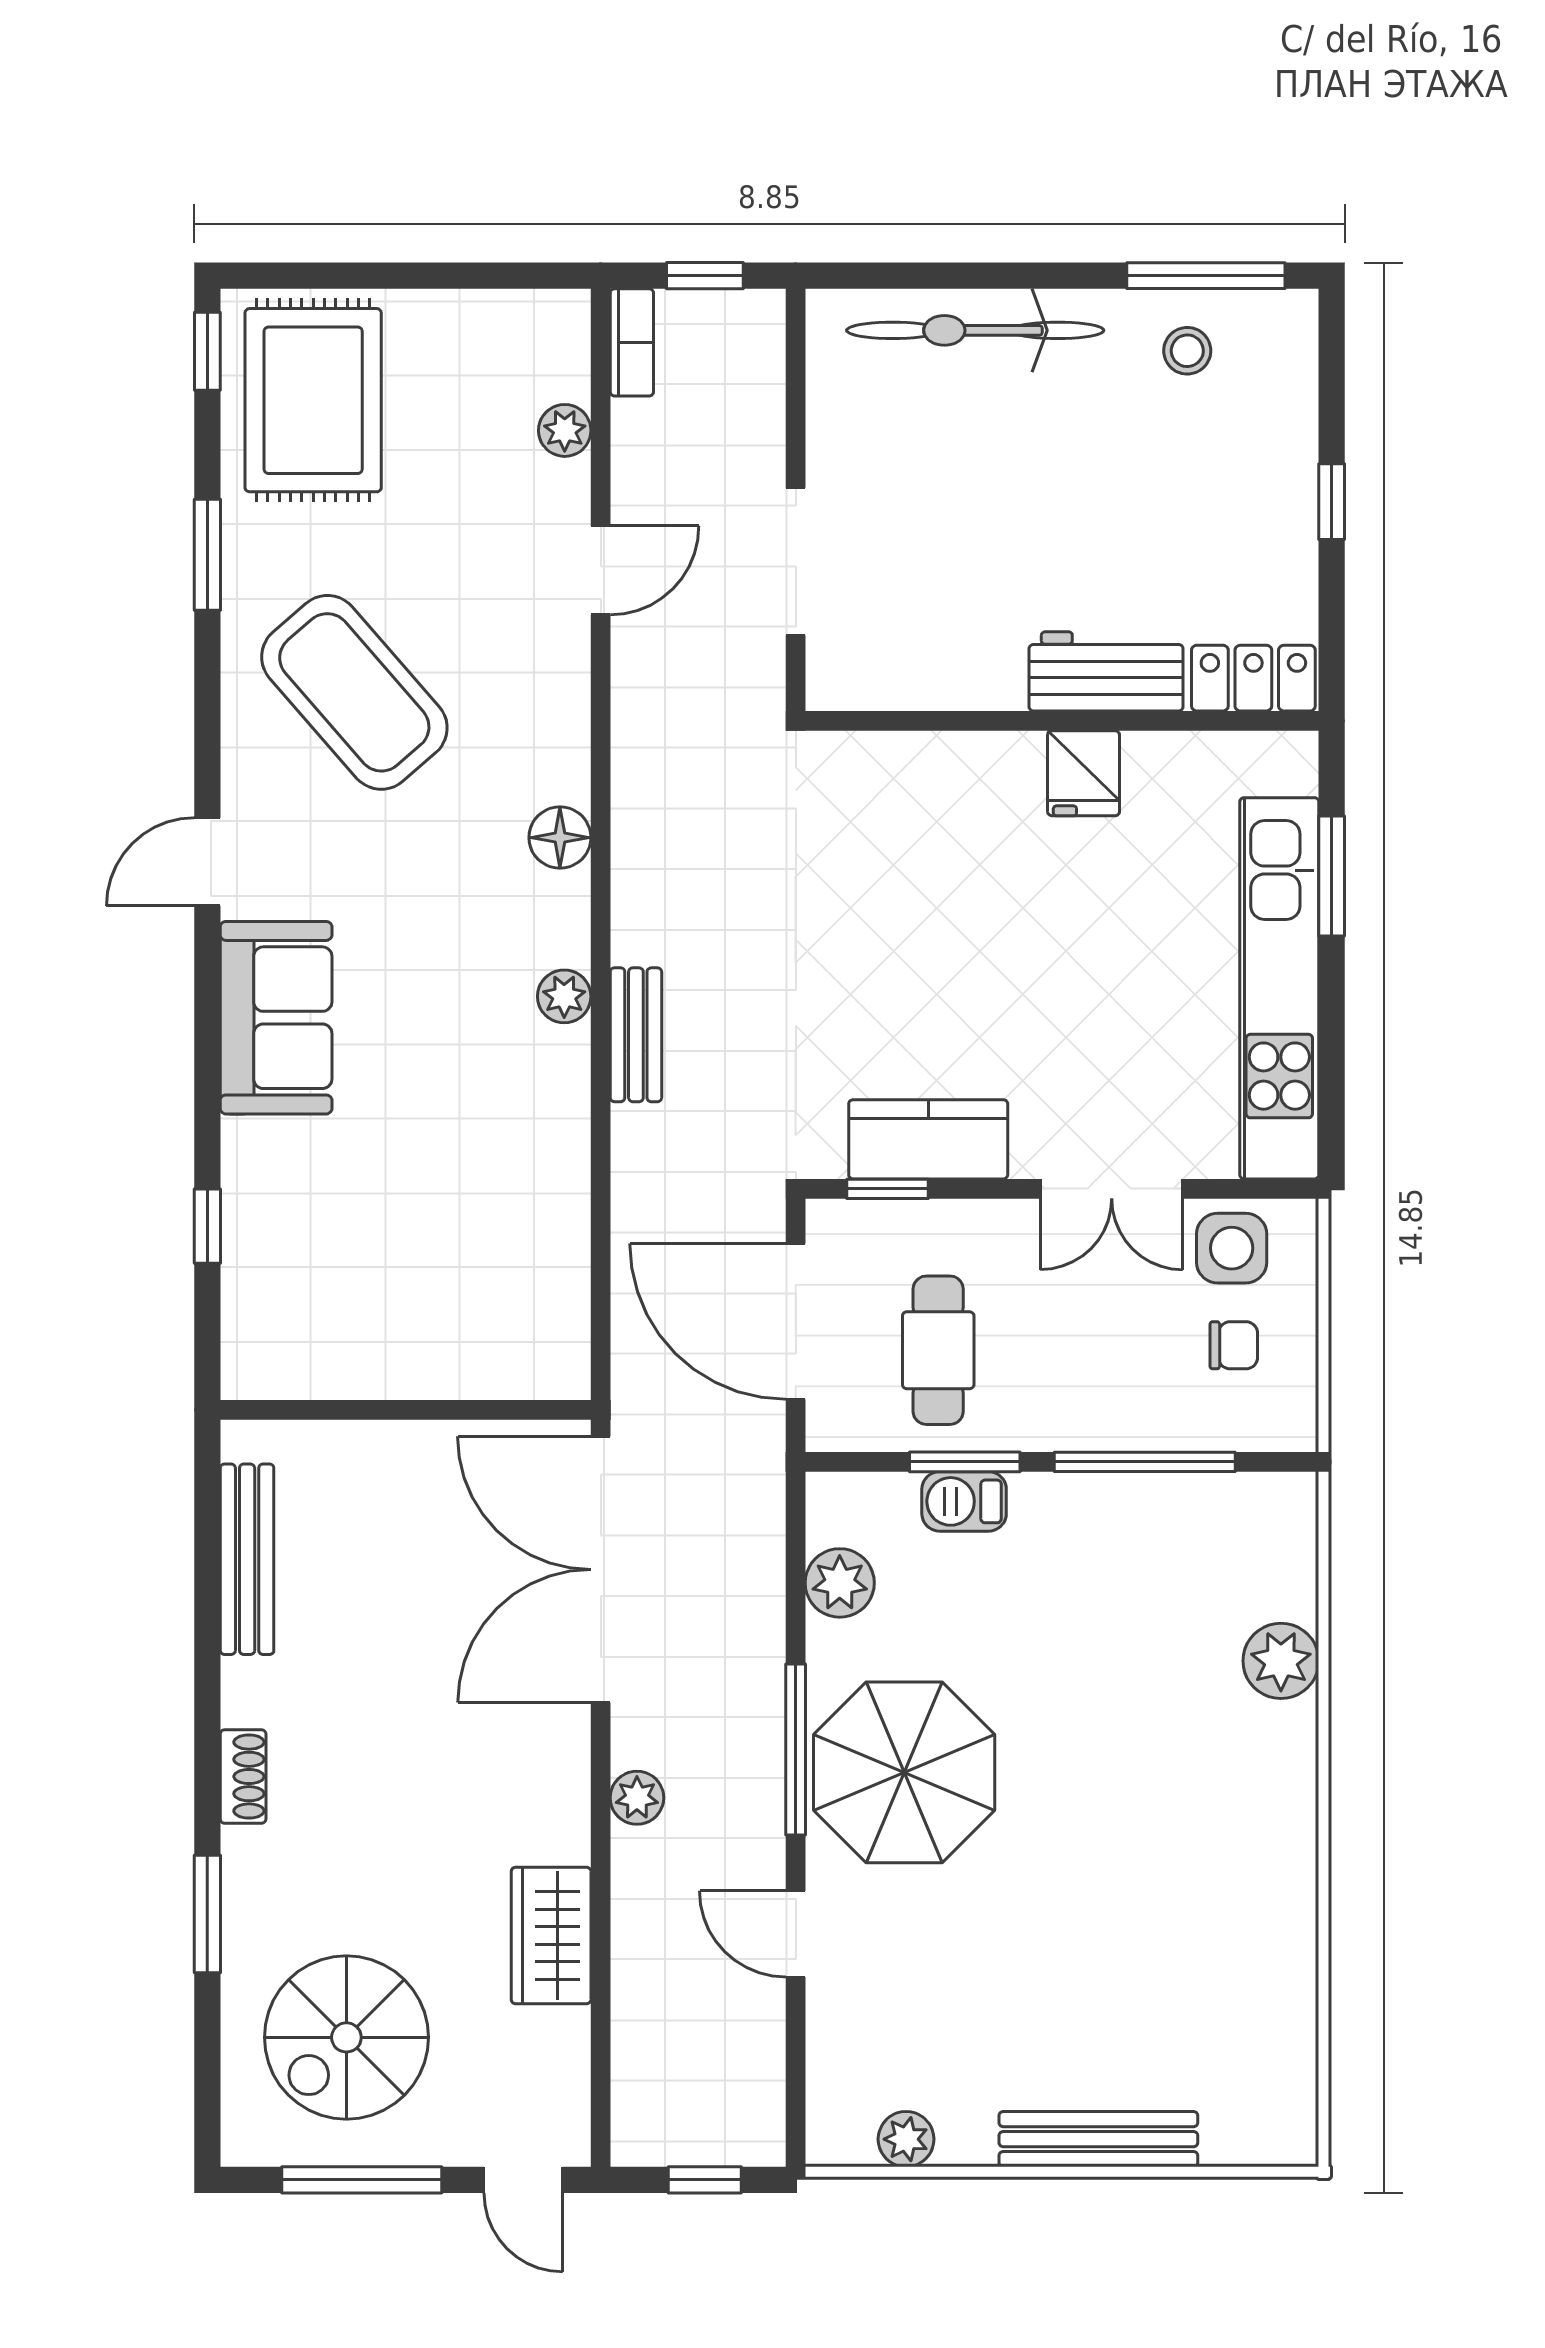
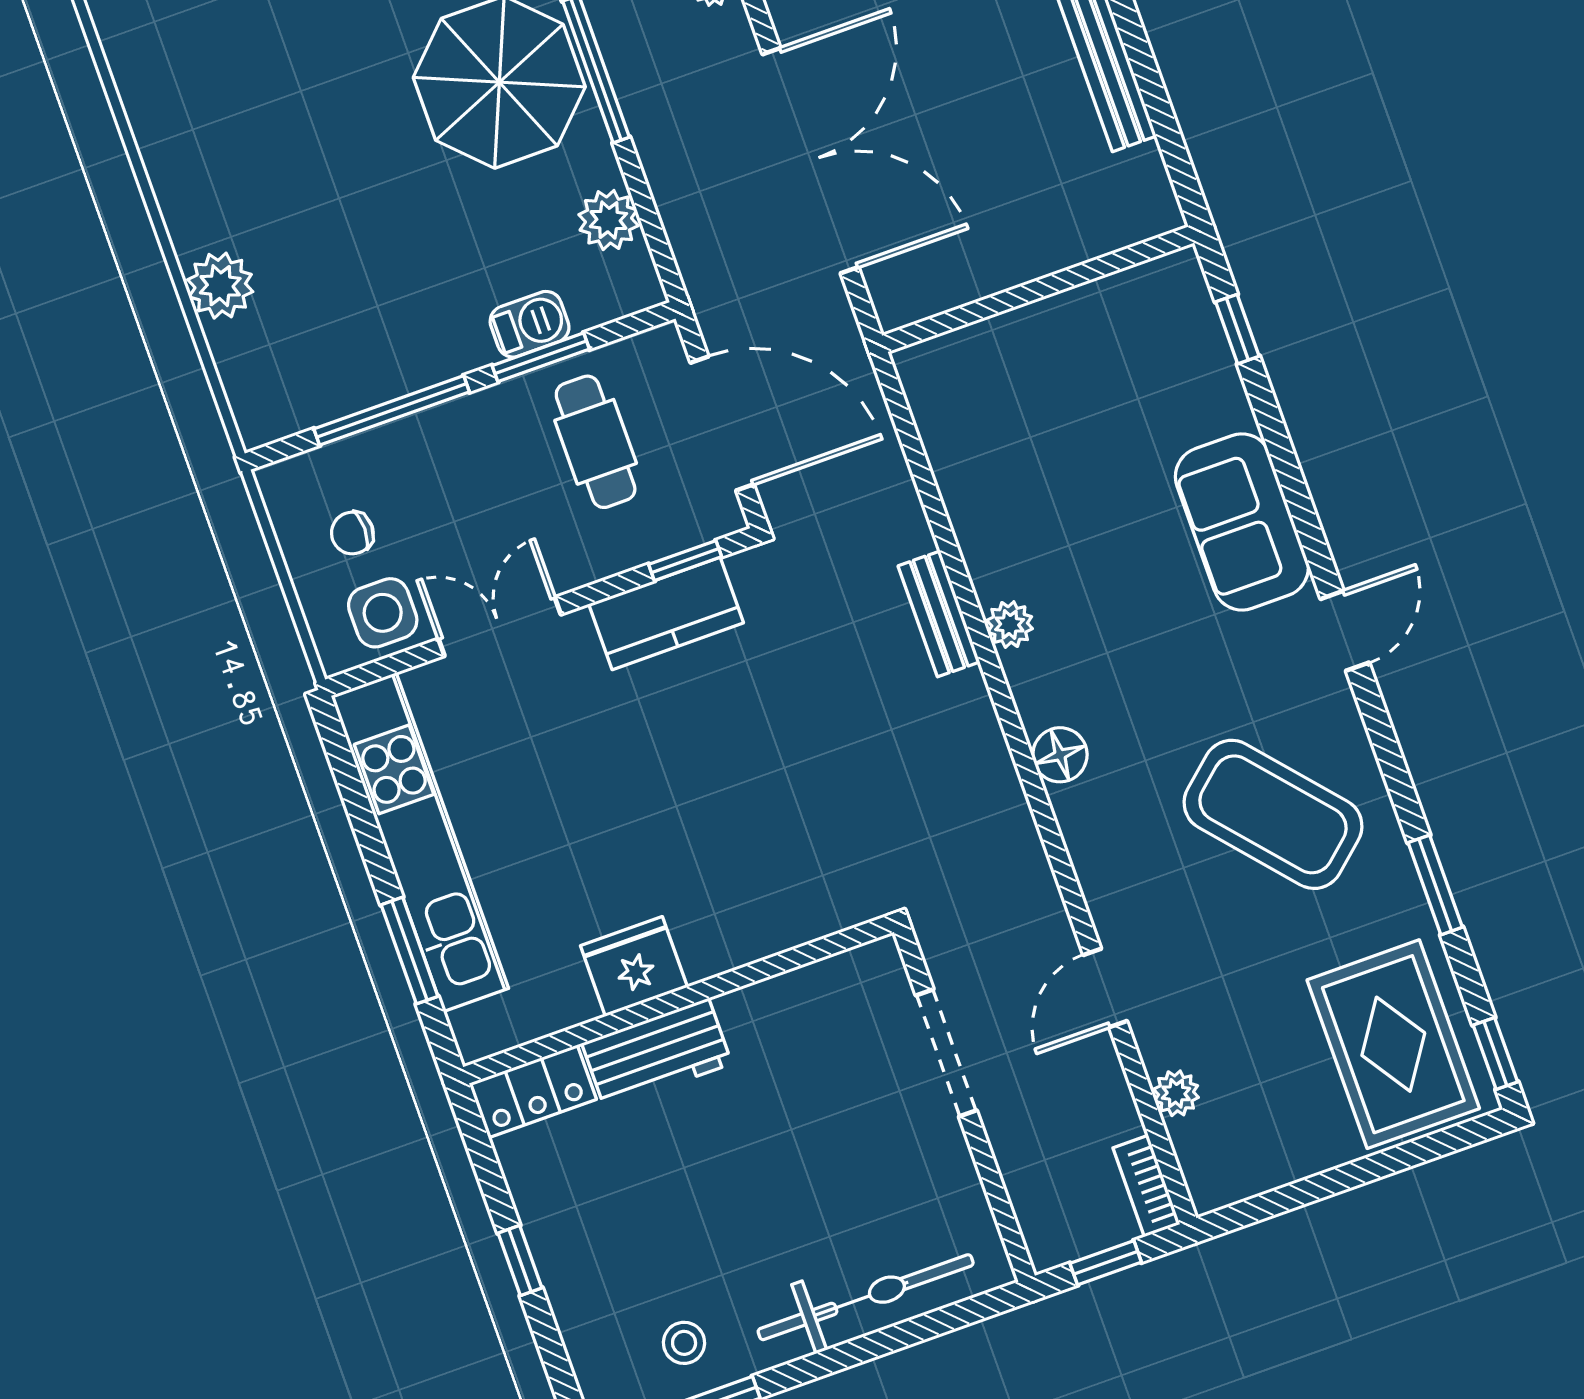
fridge: (1084, 773) -> (634, 966), width x1.38
wall: (406, 1410) -> (1038, 289), moved

